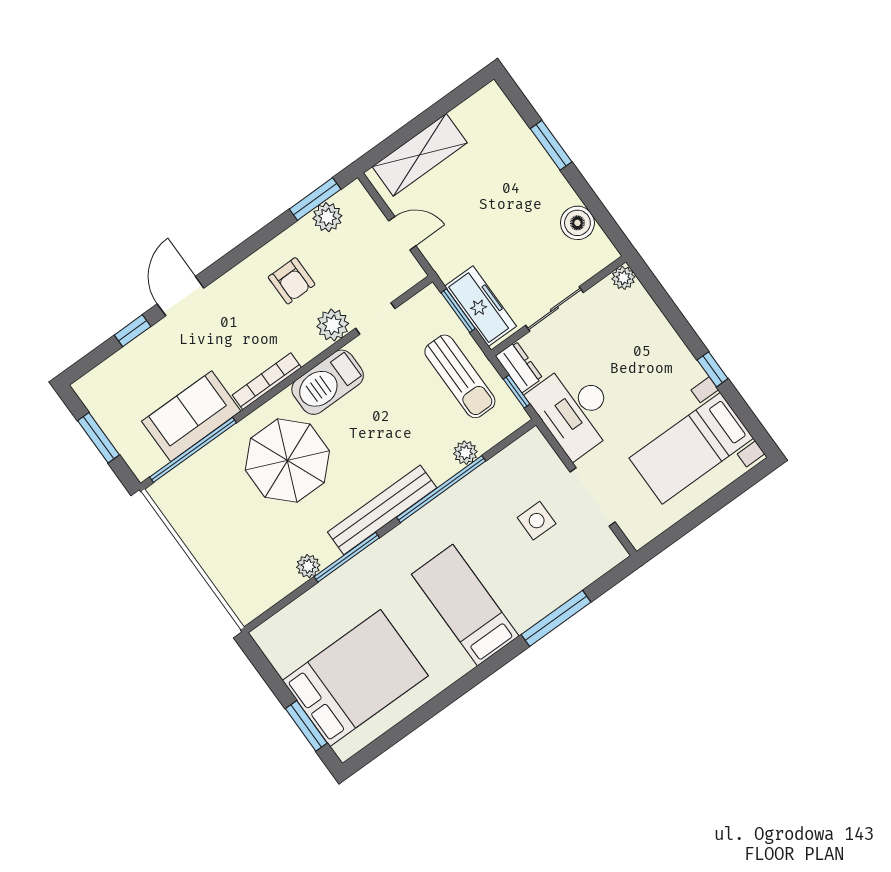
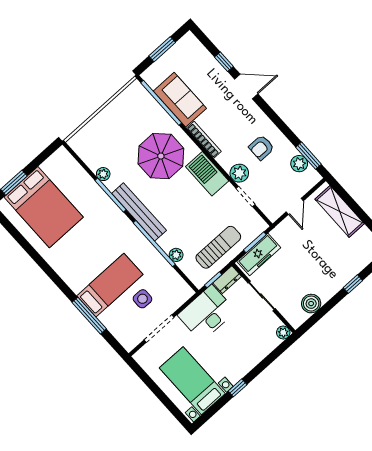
window: (551, 145) -> (353, 284), width x0.67
sun lounger: (460, 376) -> (218, 247), turned 180
bed: (465, 605) -> (110, 285), moved

